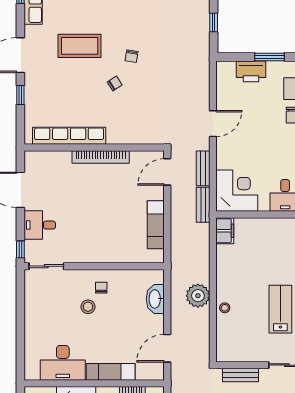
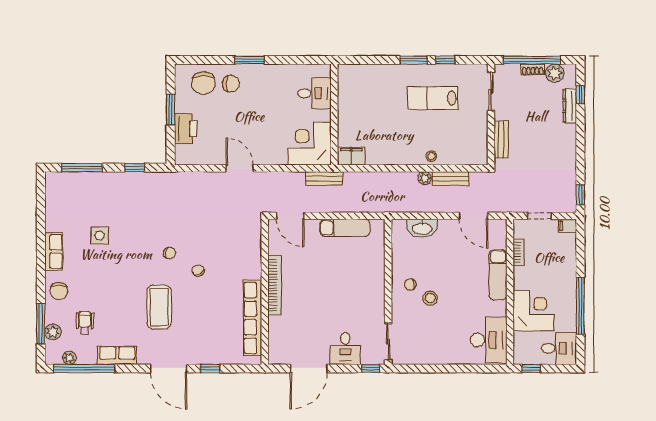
bench: (203, 168) -> (451, 178), moved
plant: (198, 296) -> (425, 178), width x0.53, depth x0.53
desk: (63, 363) -> (489, 340), moved

